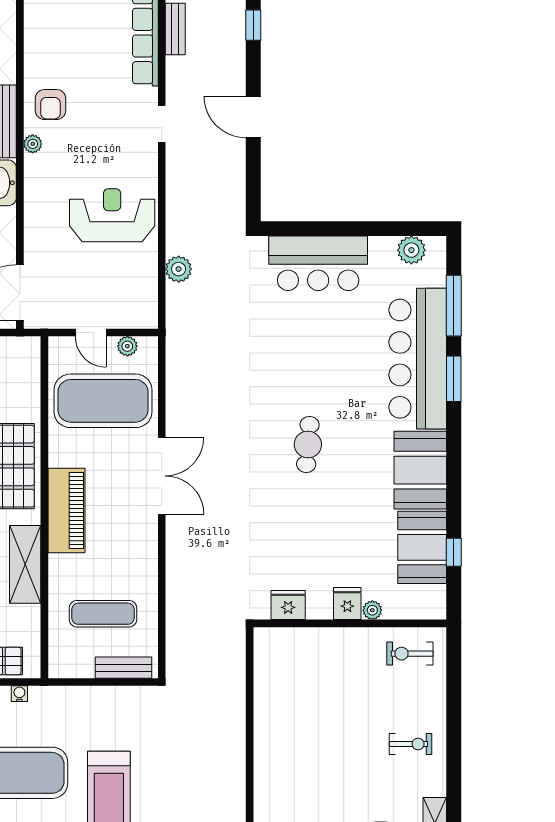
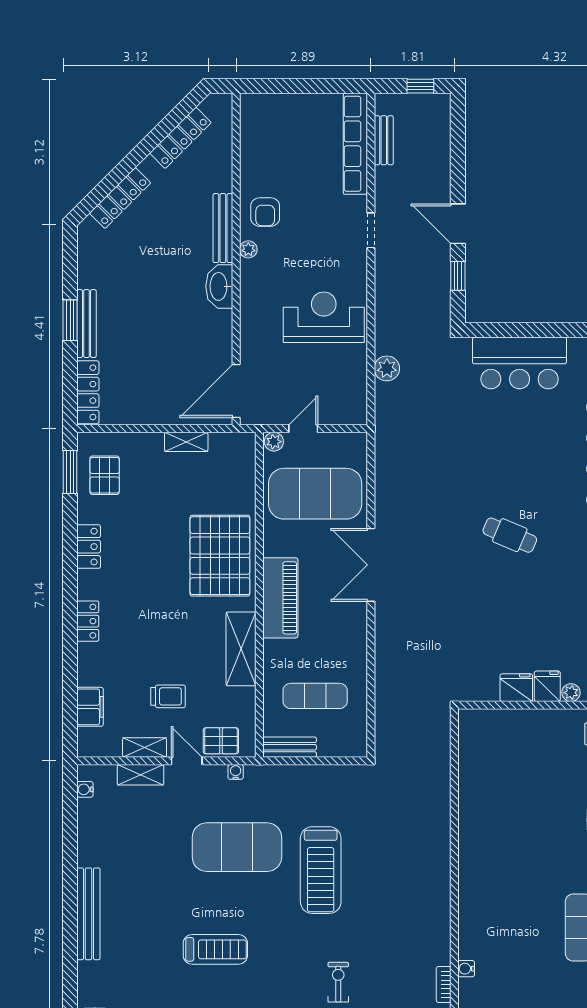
window: (253, 25) -> (458, 276), moved
door: (91, 333) -> (303, 429), swing flipped
plant: (127, 346) -> (274, 442), moved
cafe table: (308, 445) -> (510, 535), turned -72
double door: (162, 476) -> (371, 565), swing flipped
fridge: (288, 605) -> (516, 688), moved
bench: (124, 668) -> (290, 747), moved

